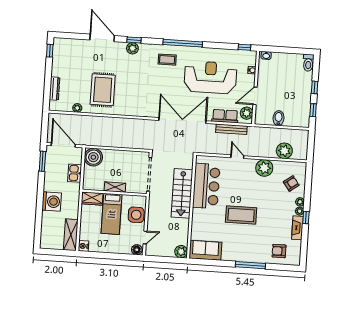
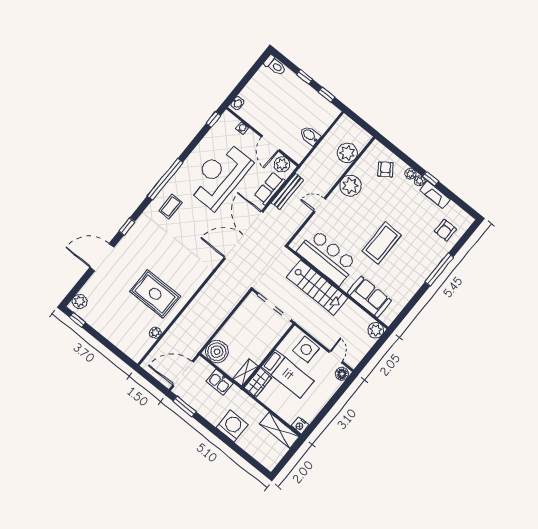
plant: (132, 48) -> (80, 301), moved
dresser: (55, 89) -> (119, 342), removed
shelving: (115, 187) -> (245, 372), moved
sofa: (205, 250) -> (369, 297), moved, turned 90

